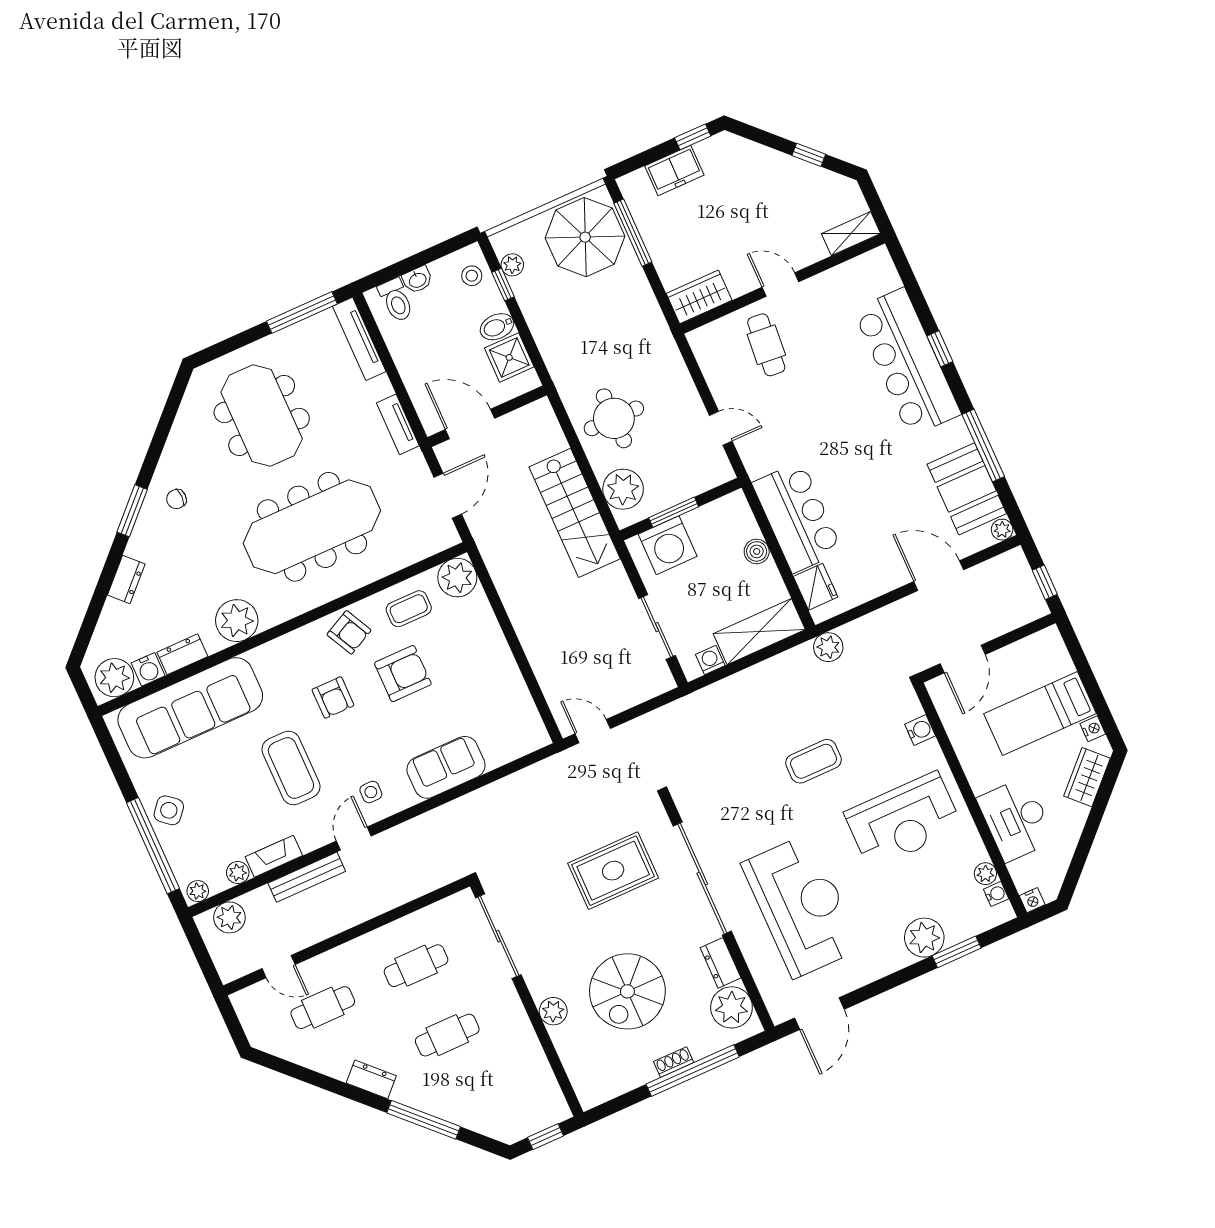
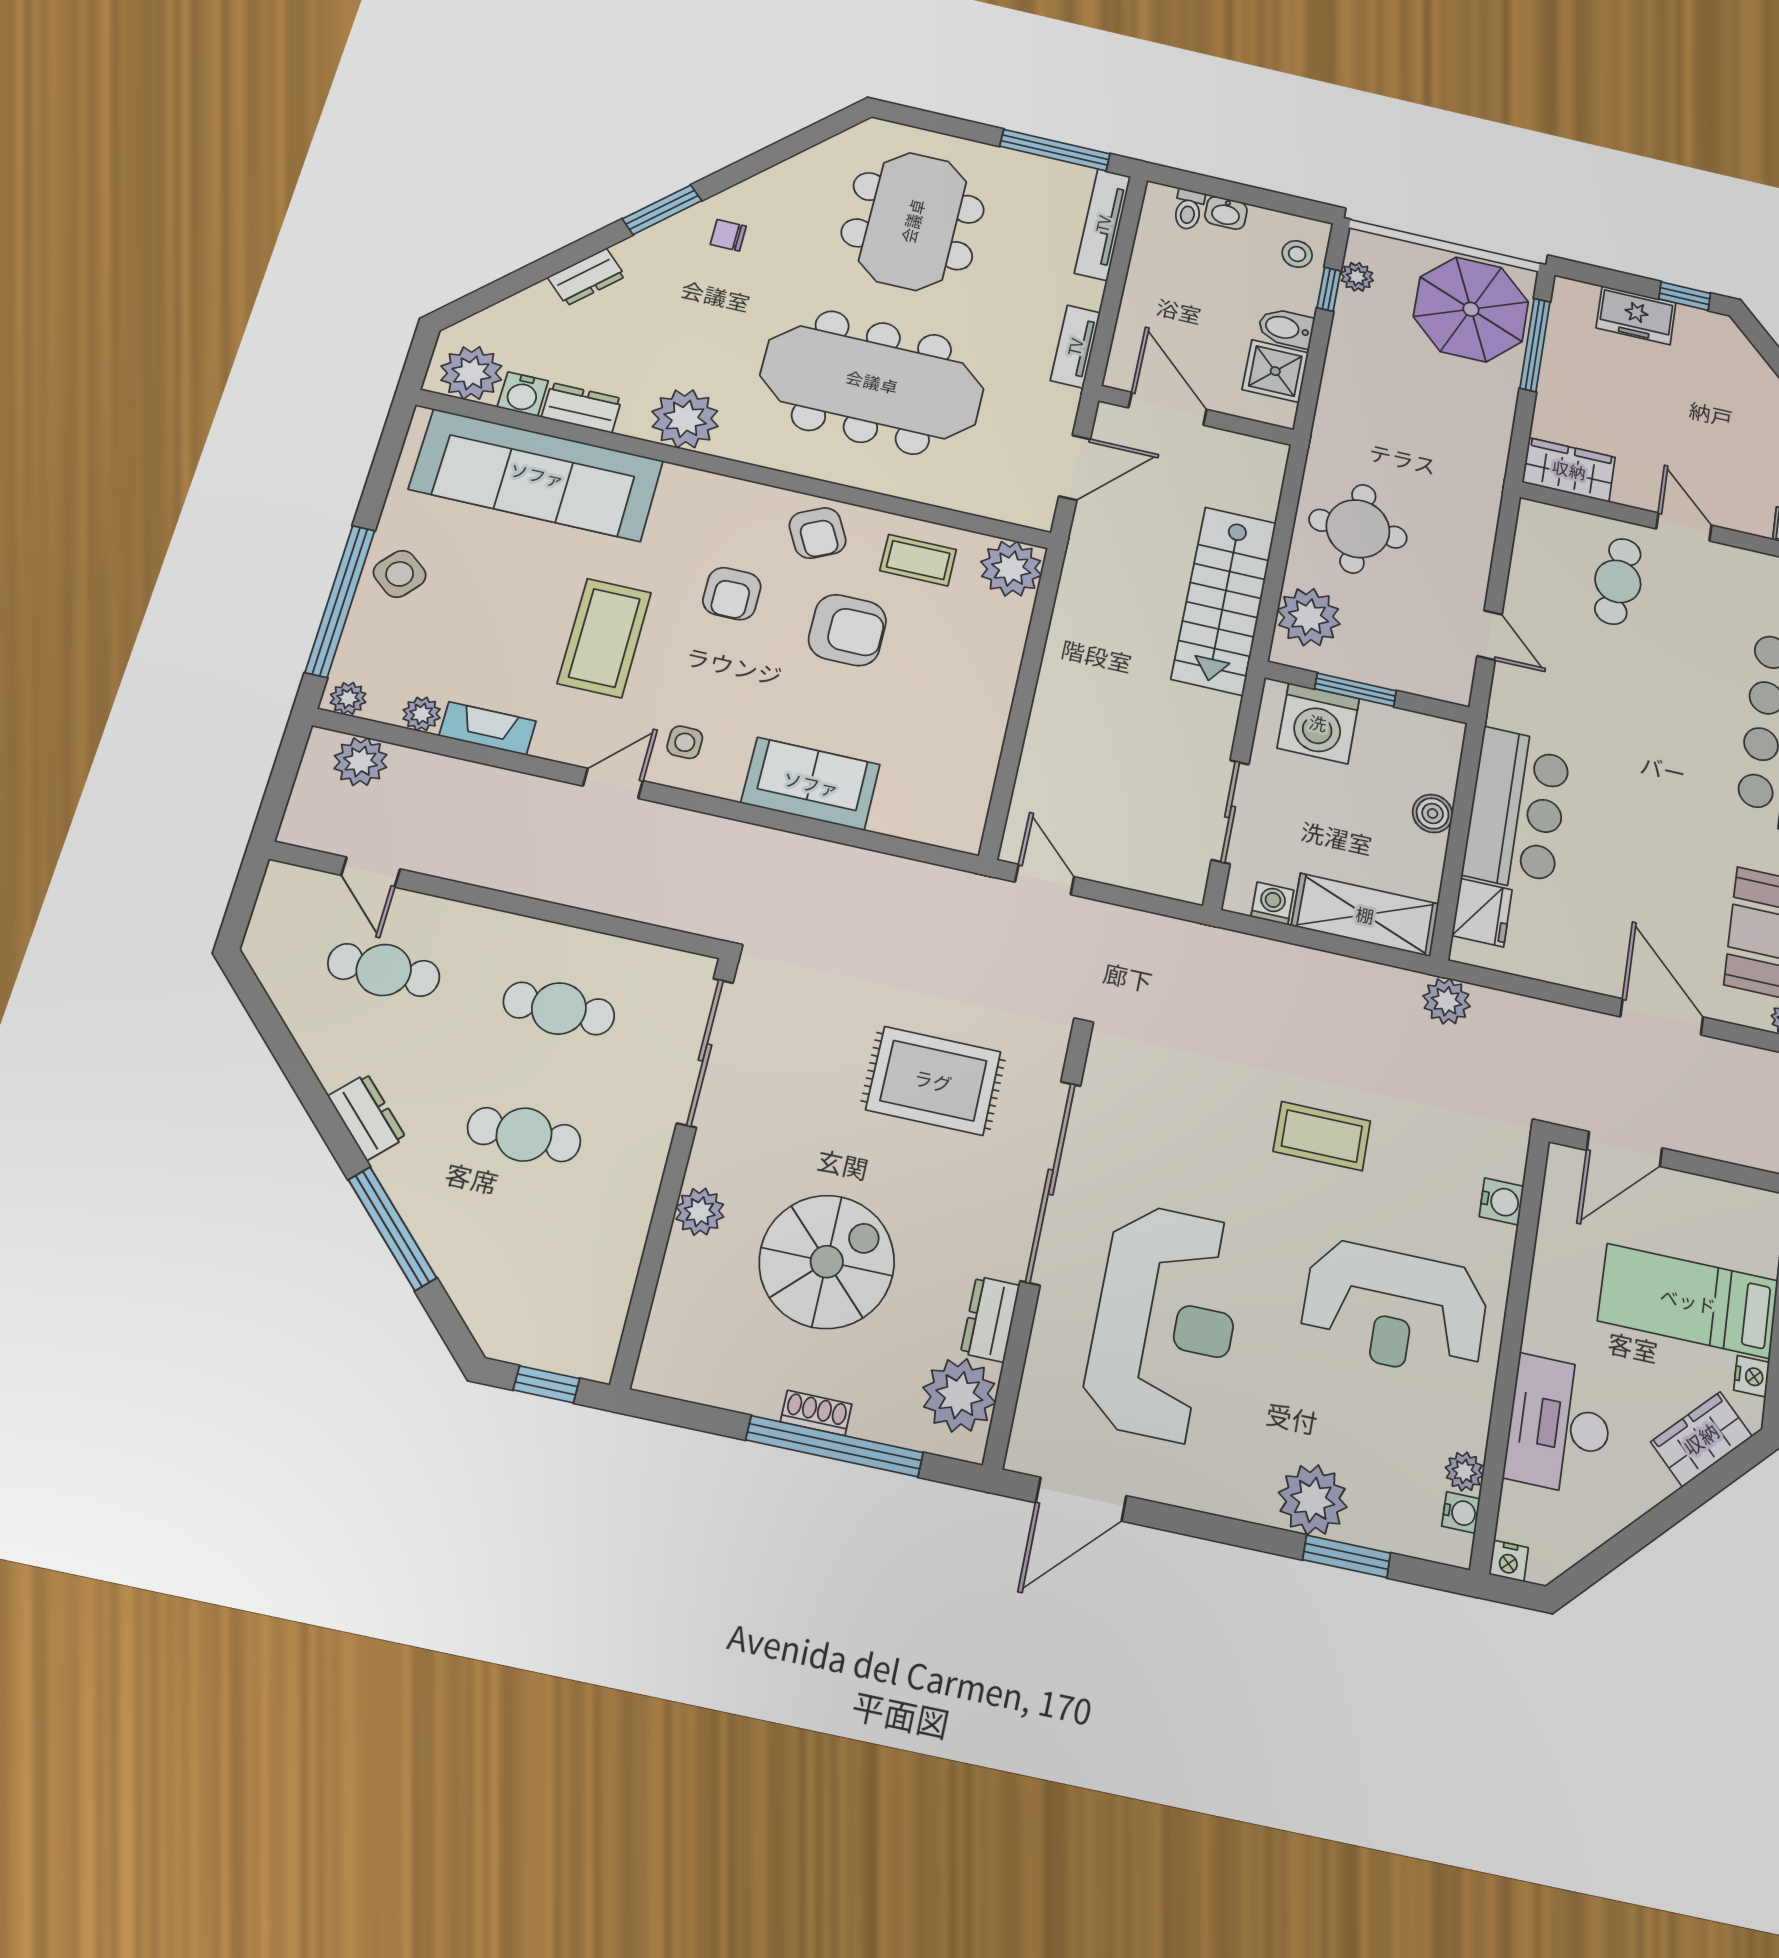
toilet: (396, 300) -> (1188, 210), width x0.73, depth x0.72
bench: (307, 877) -> (508, 786), removed
spiral stairs: (627, 991) -> (827, 1262), turned 180

